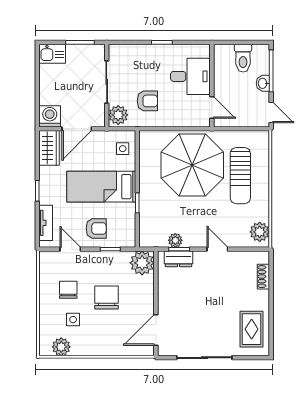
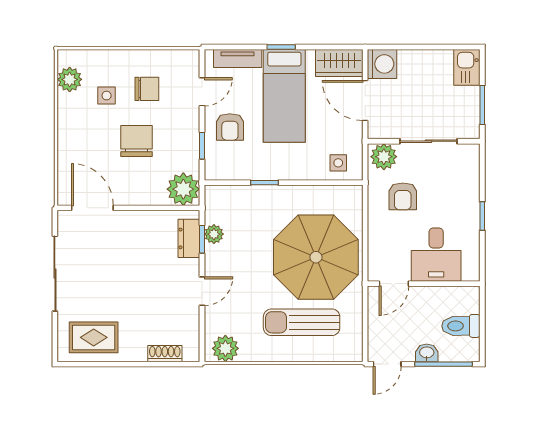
bed: (101, 187) -> (284, 96), moved, turned 180
chair: (107, 297) -> (136, 141), turned -90

